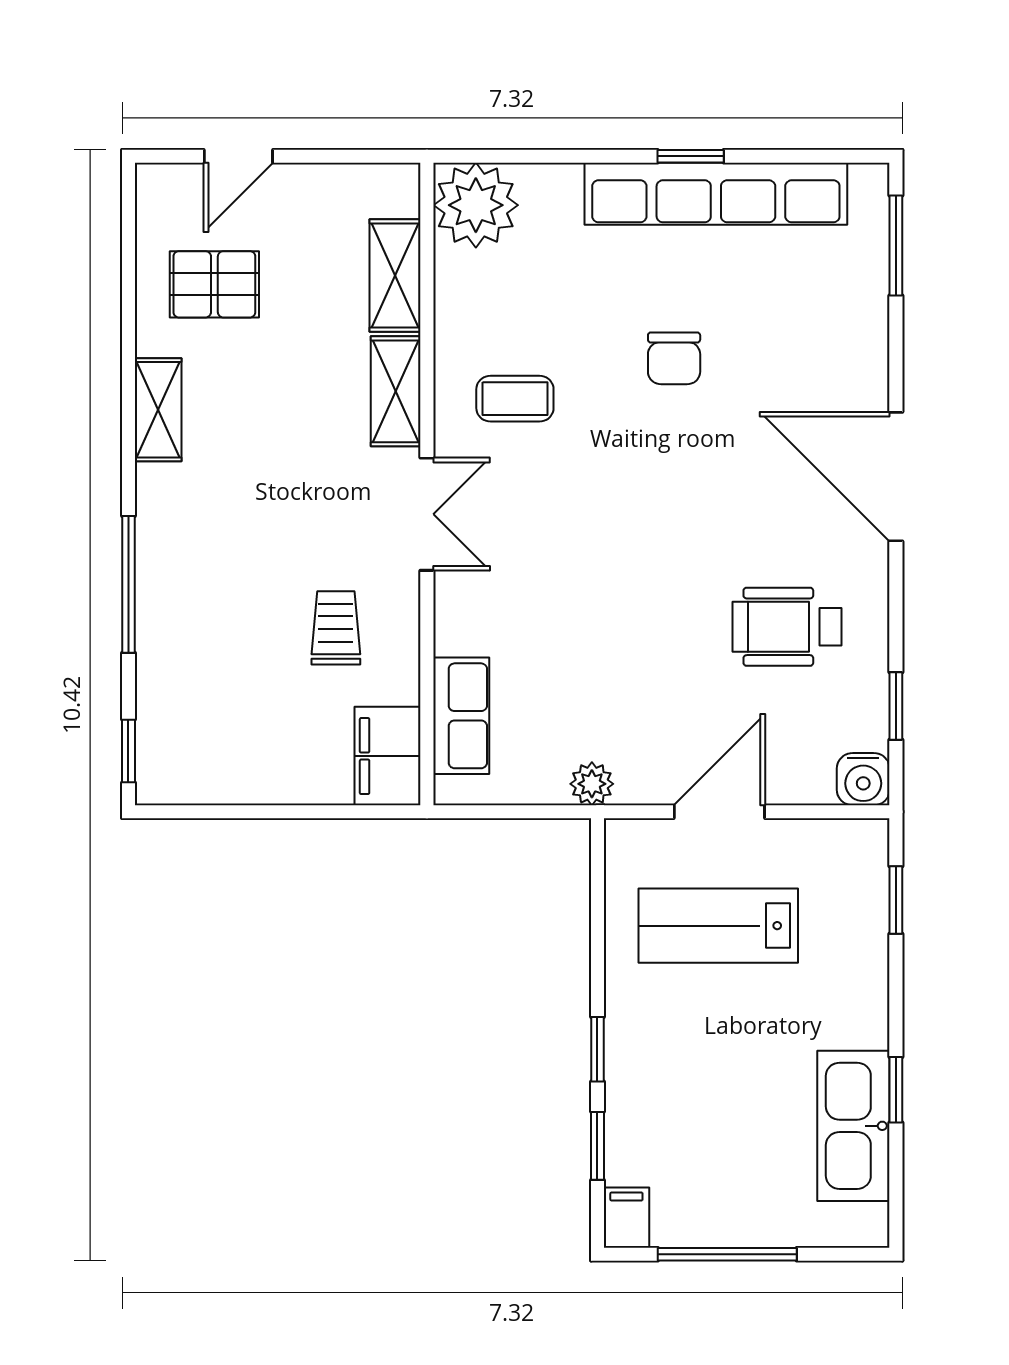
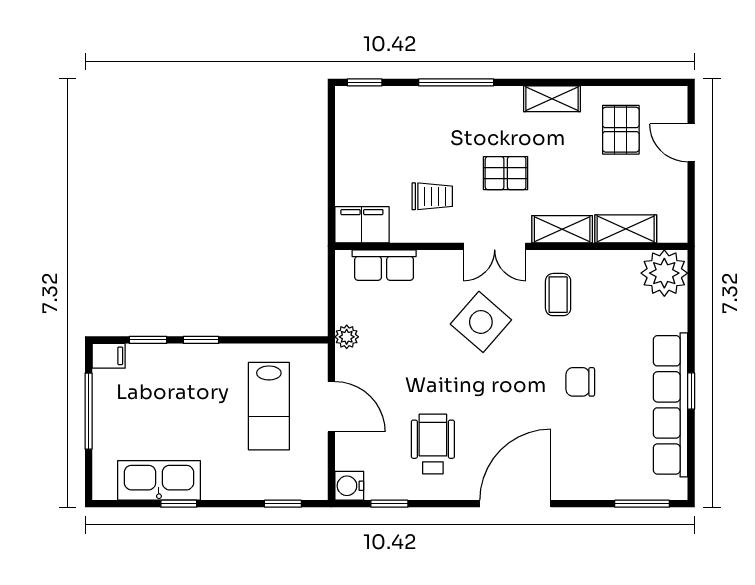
pallet: (294, 494) -> (506, 173), added
side table: (565, 539) -> (481, 322), added
lab bench: (718, 926) -> (269, 406), turned 180

